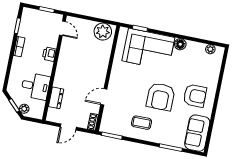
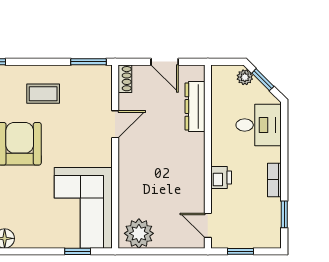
corner sofa: (148, 49) -> (83, 208), moved, turned -90
desk: (35, 86) -> (259, 125), moved, turned 180
dresser: (56, 98) -> (195, 107), width x1.44
door: (68, 127) -> (165, 62), swing flipped

